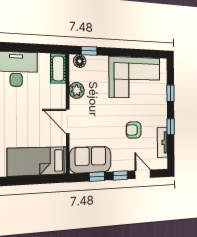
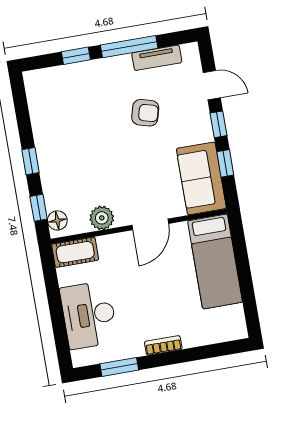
window: (117, 52) -> (31, 161), added
corner sofa: (135, 77) -> (63, 124), removed
window: (171, 127) -> (129, 47), width x2.17
armchair: (134, 130) -> (145, 113), turned -75
door: (143, 174) -> (212, 85), swing flipped

